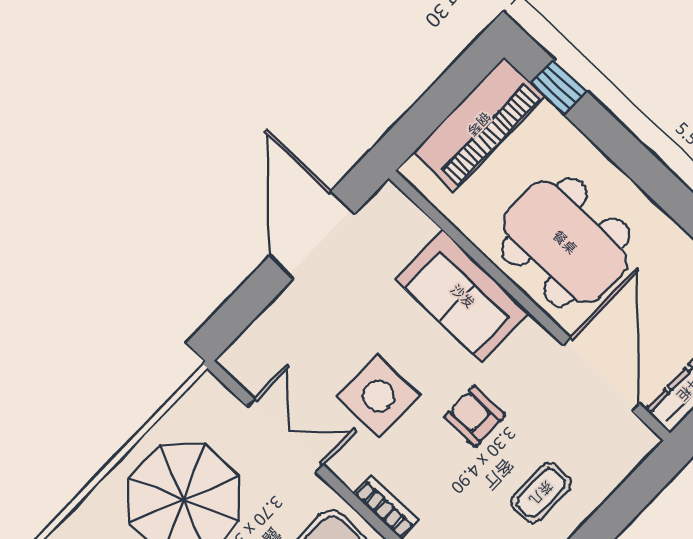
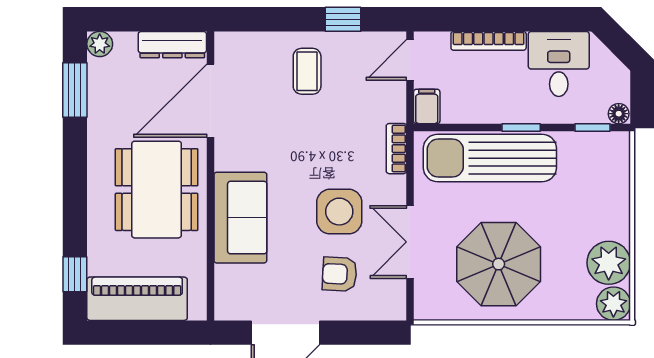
armchair: (475, 416) -> (340, 274), moved, turned 93
coffee table: (541, 493) -> (307, 71), turned 90

